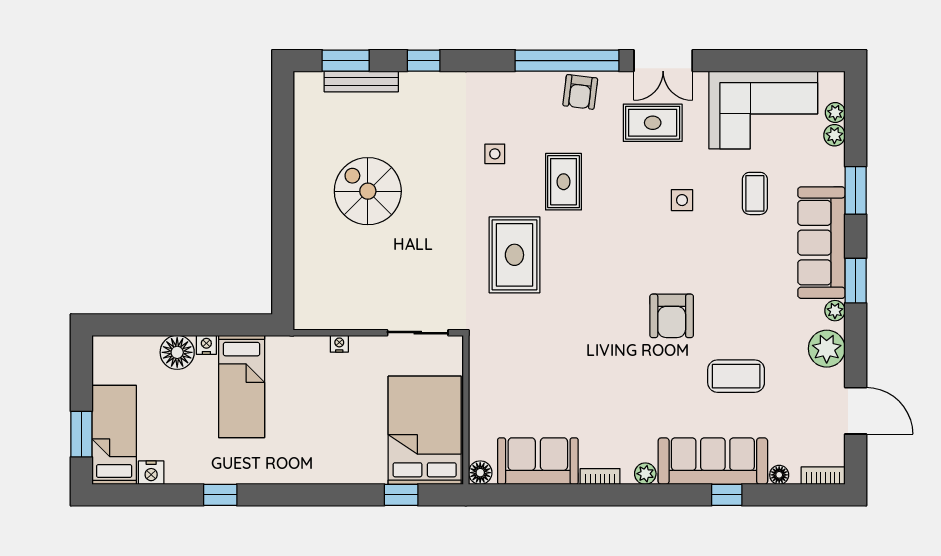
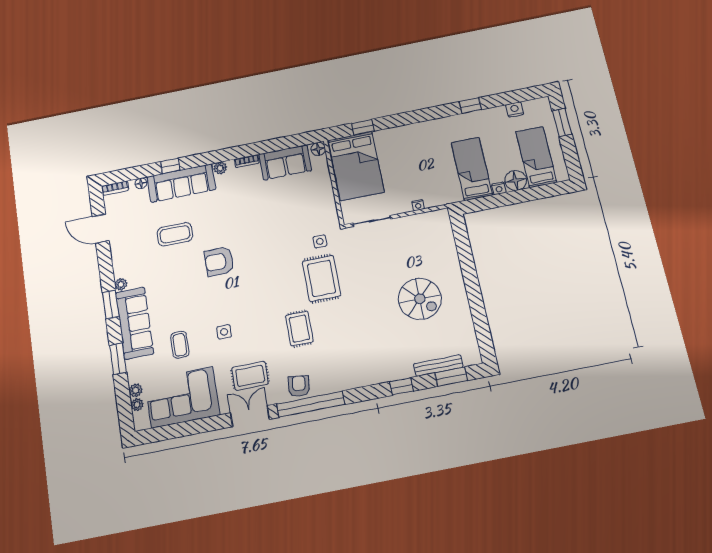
side table: (495, 154) -> (320, 241), moved
armchair: (672, 316) -> (219, 261), turned -90
plant: (827, 349) -> (123, 261), removed
bed: (114, 435) -> (536, 157), moved, turned 180

